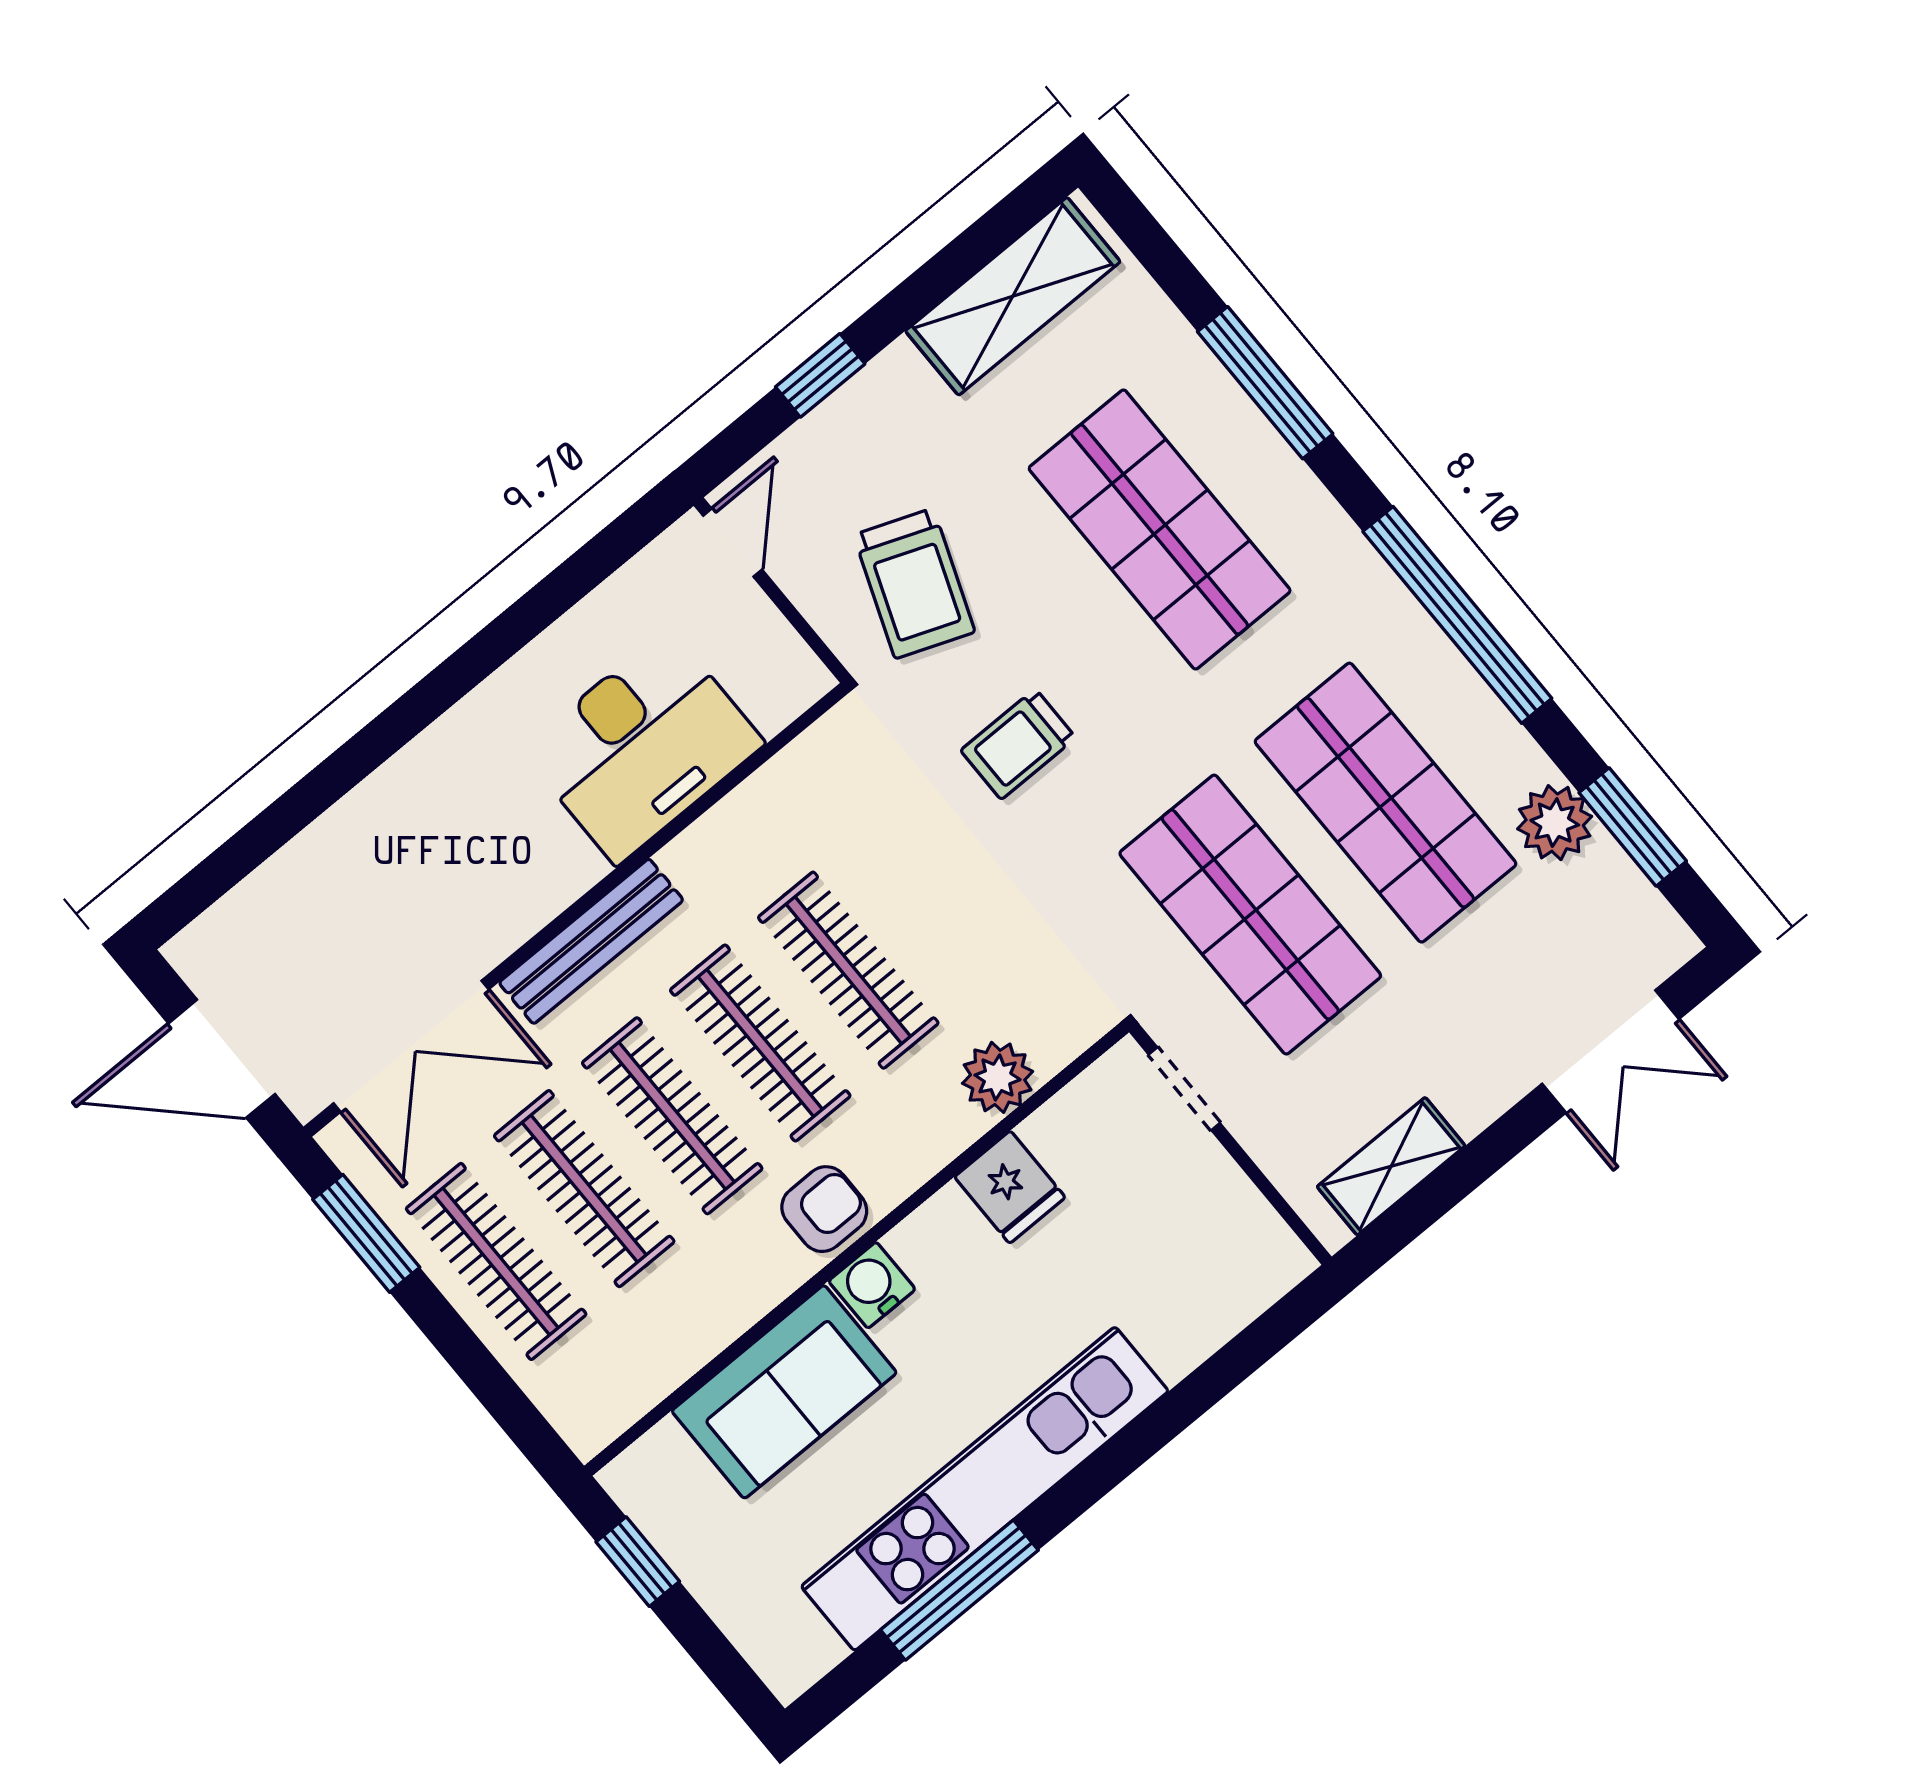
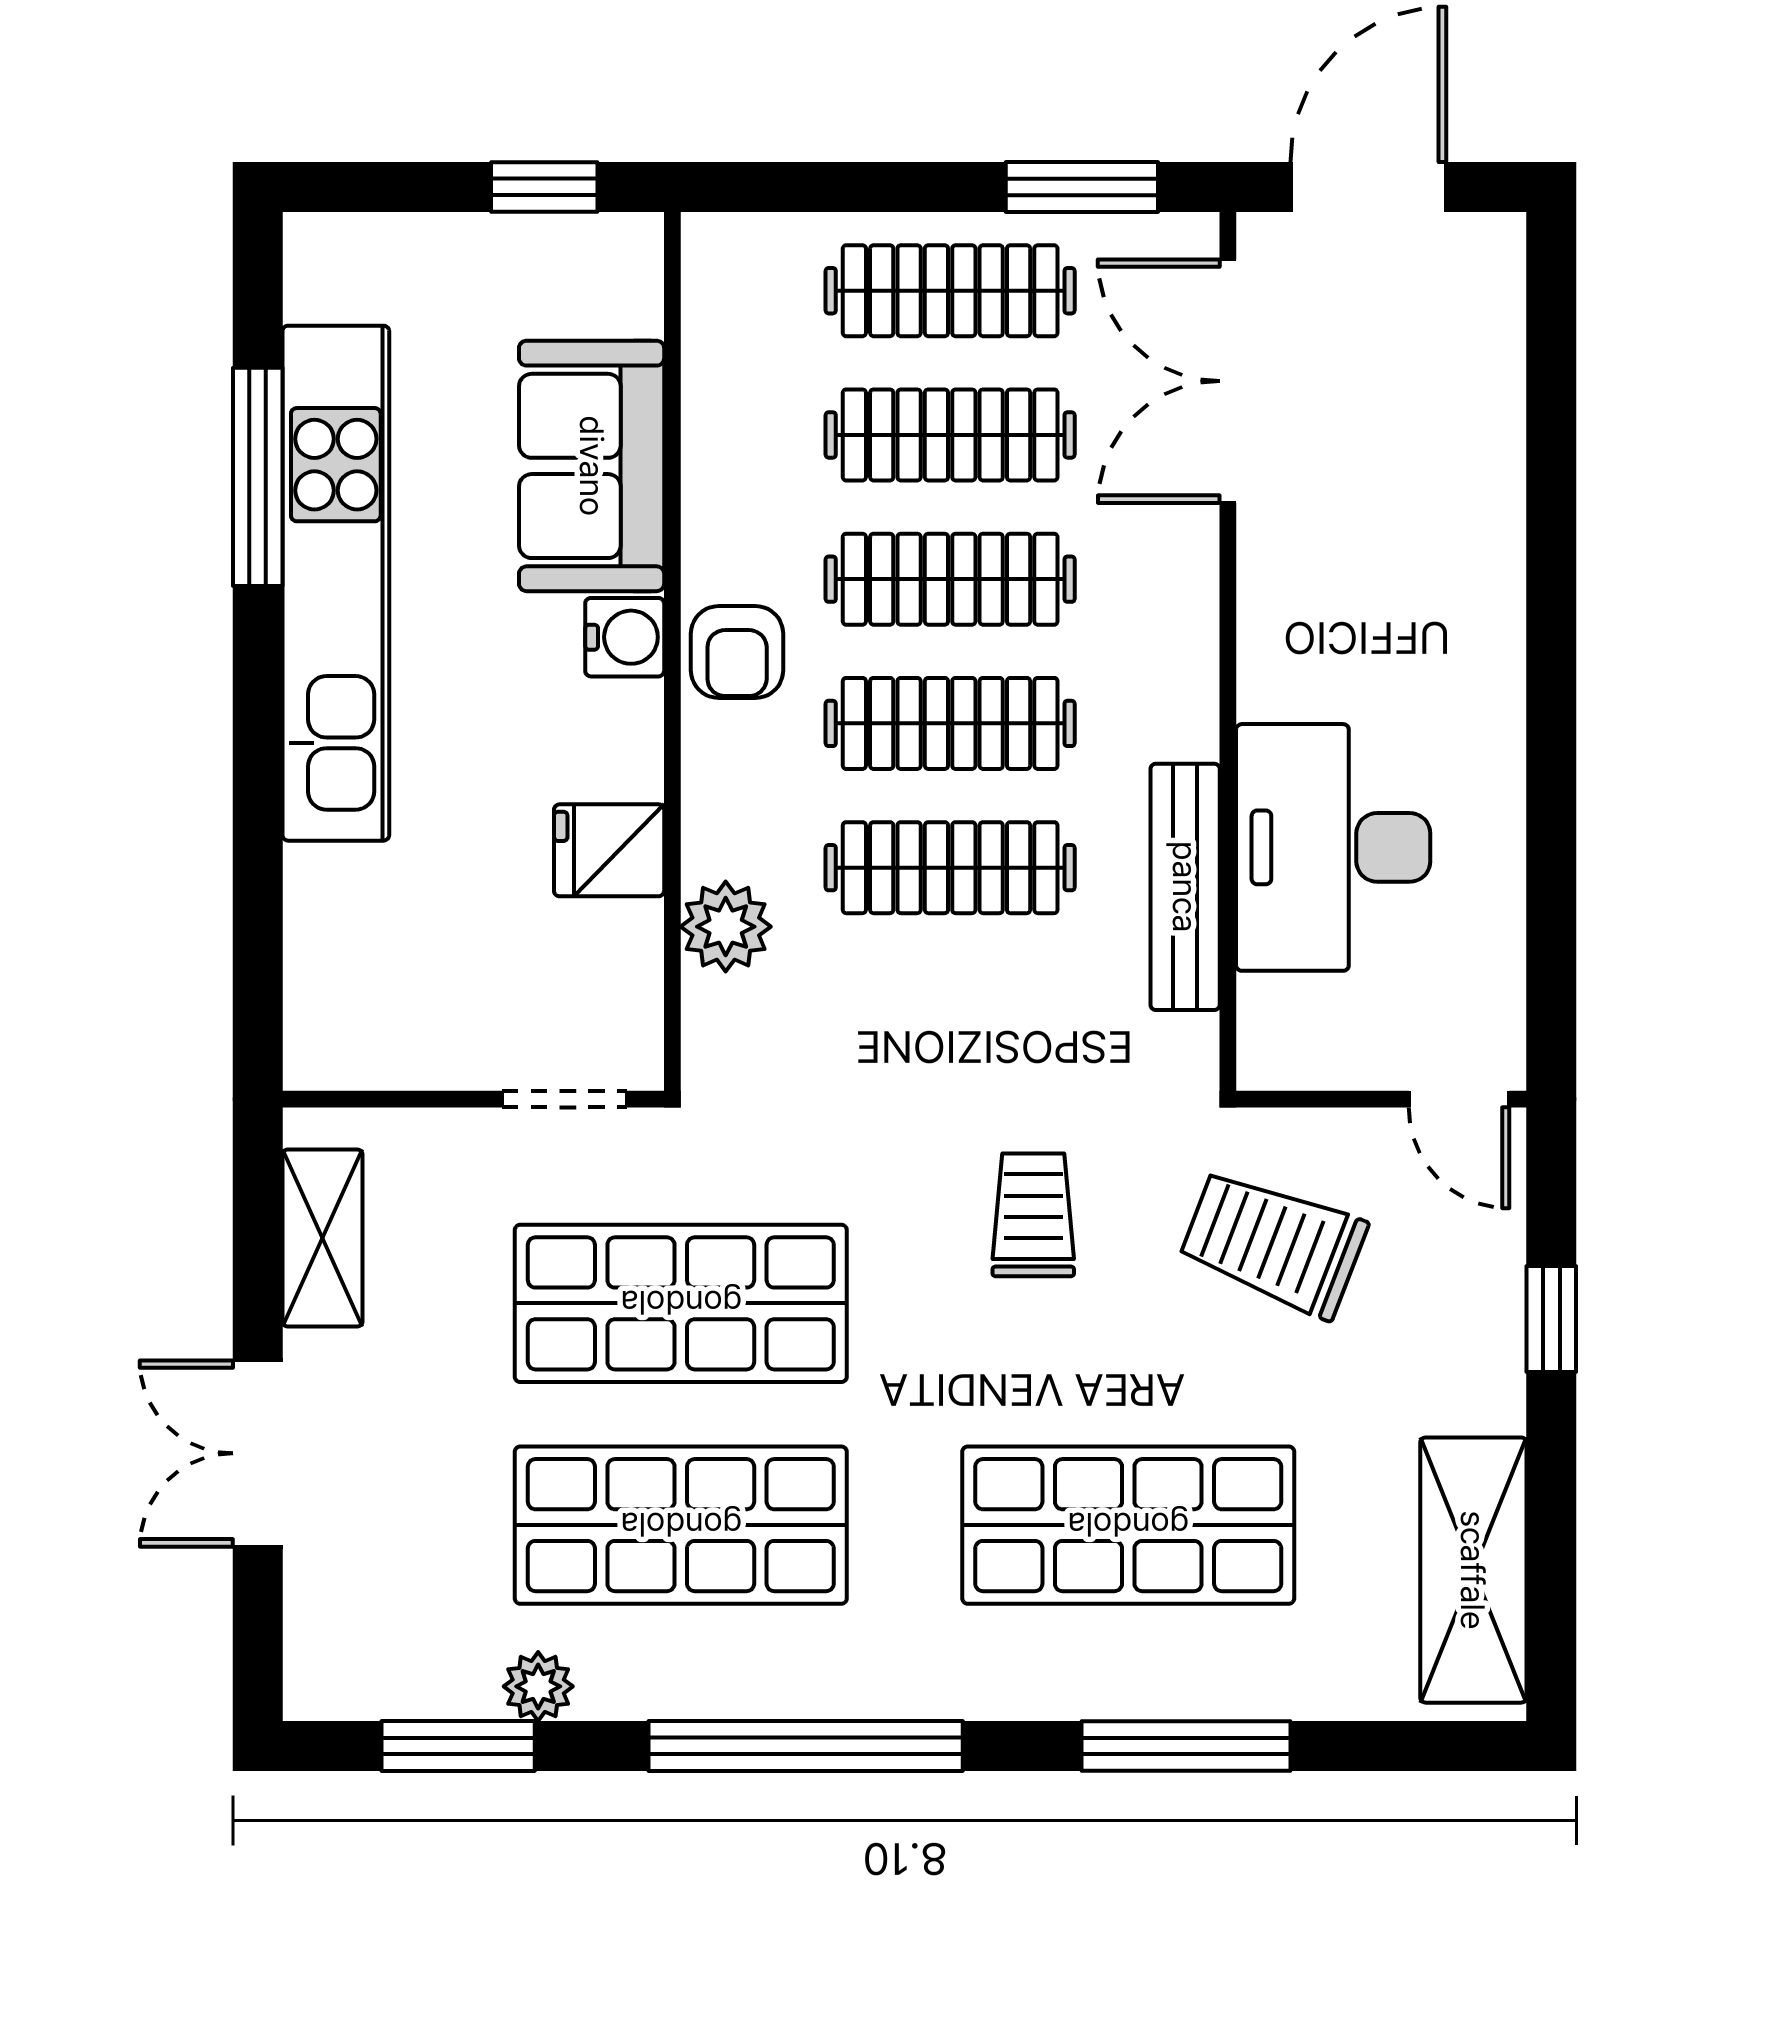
plant: (1555, 823) -> (538, 1686), width x0.73, depth x0.73
bench: (591, 941) -> (1185, 887), moved
double door: (1611, 1051) -> (258, 1453), moved

